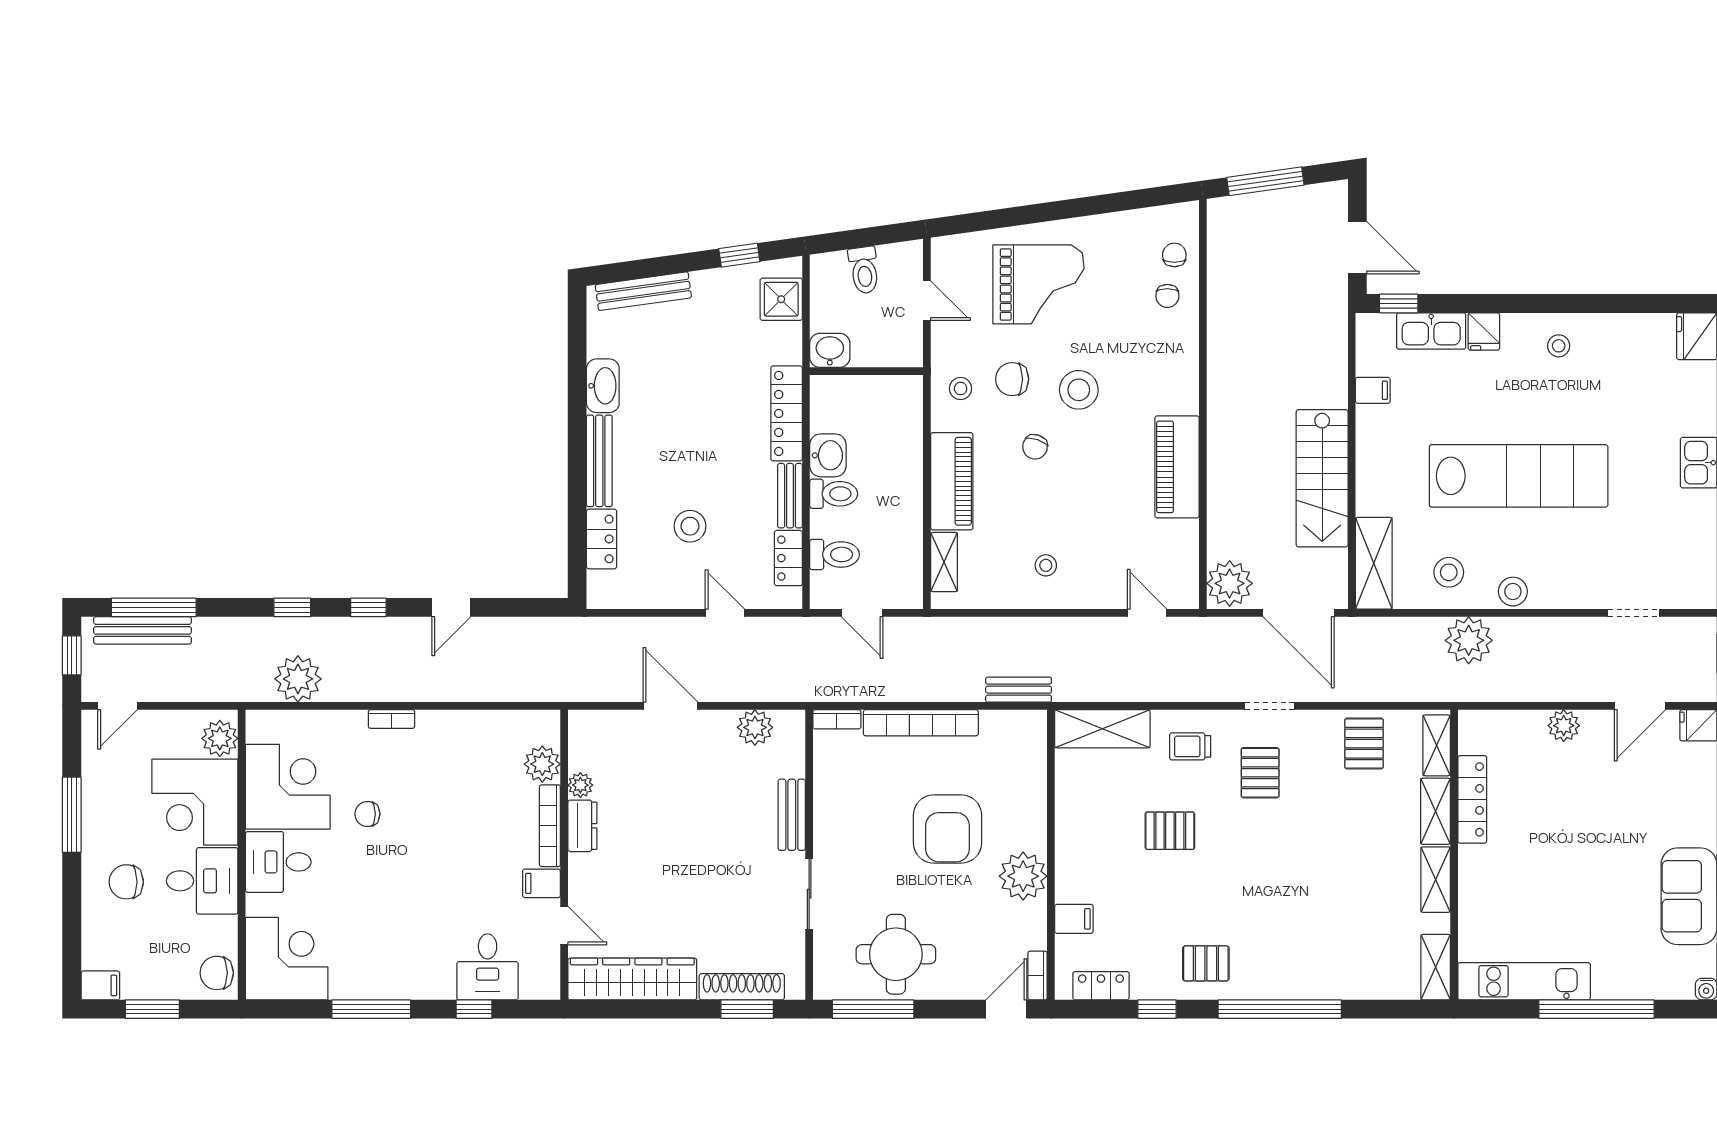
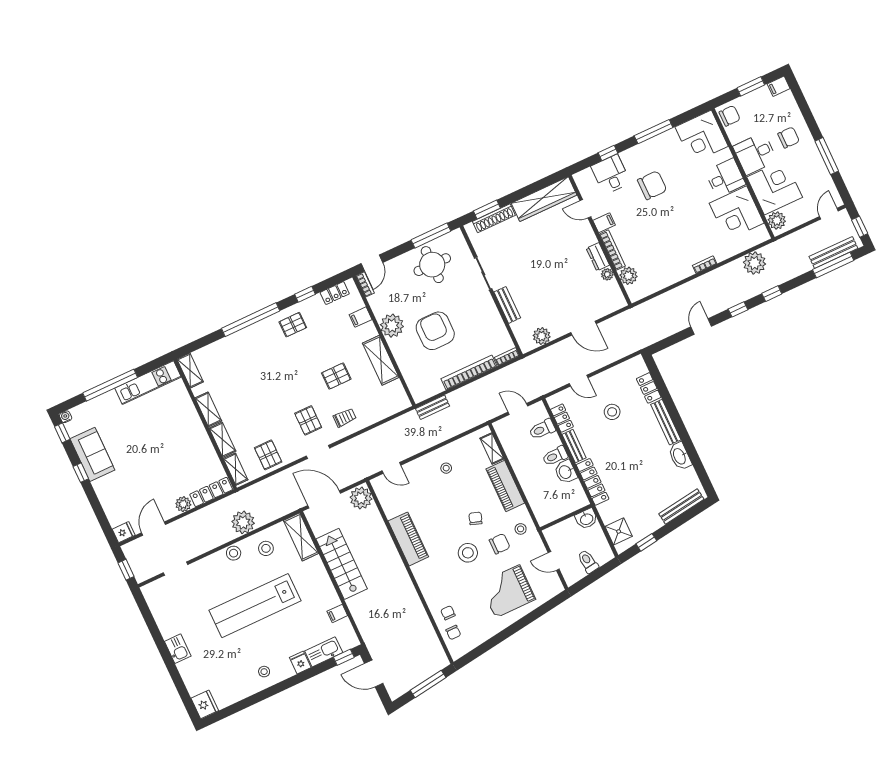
shelving: (1102, 729) -> (381, 360), moved, turned 90
locker: (1472, 799) -> (211, 492), moved, turned 90
chair: (367, 814) -> (652, 185), moved, width x1.87, depth x1.87

